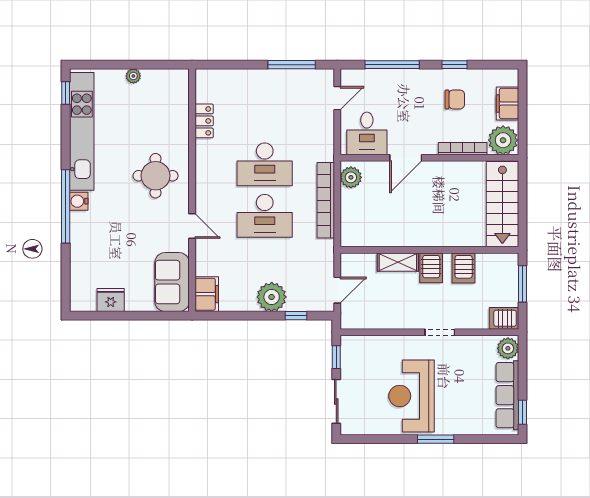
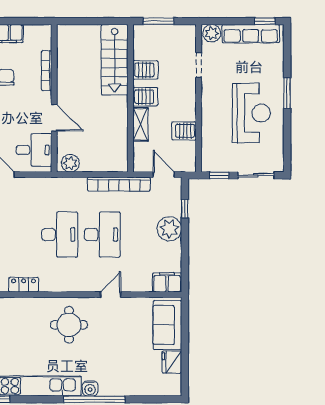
plant: (503, 140) -> (40, 37), removed
bookcase: (326, 200) -> (119, 184), moved
stairs: (502, 204) -> (115, 60), moved, turned 90
sofa: (172, 282) -> (167, 325), moved, turned 90
server rack: (504, 318) -> (184, 131), moved, turned 90
doorway: (440, 332) -> (199, 65), moved
reception desk: (412, 396) -> (251, 113), turned -90

